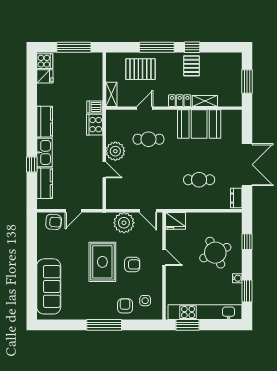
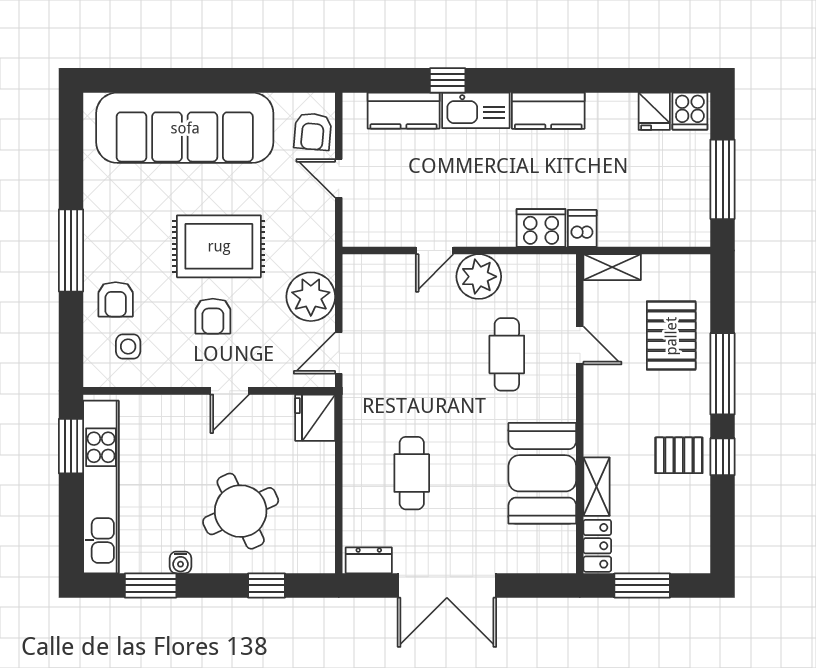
locker: (180, 101) -> (597, 546), moved
sofa: (49, 286) -> (185, 128), width x1.36, depth x1.27
armchair: (125, 306) -> (116, 299), turned 90

